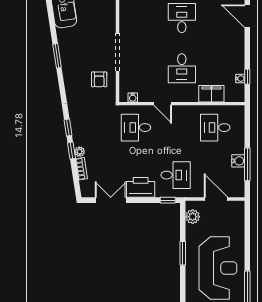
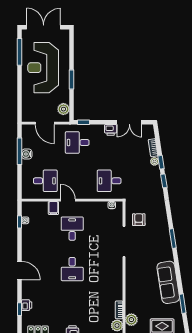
filing cabinet: (211, 94) -> (53, 208), width x0.50
door: (163, 104) -> (68, 200), moved
desk: (136, 128) -> (109, 181), turned 180
printer: (141, 187) -> (111, 130), width x0.53, depth x0.68

